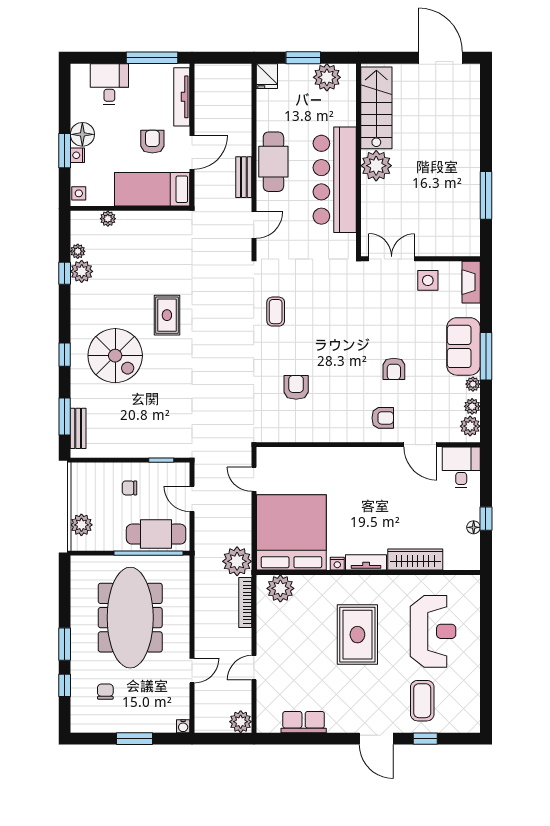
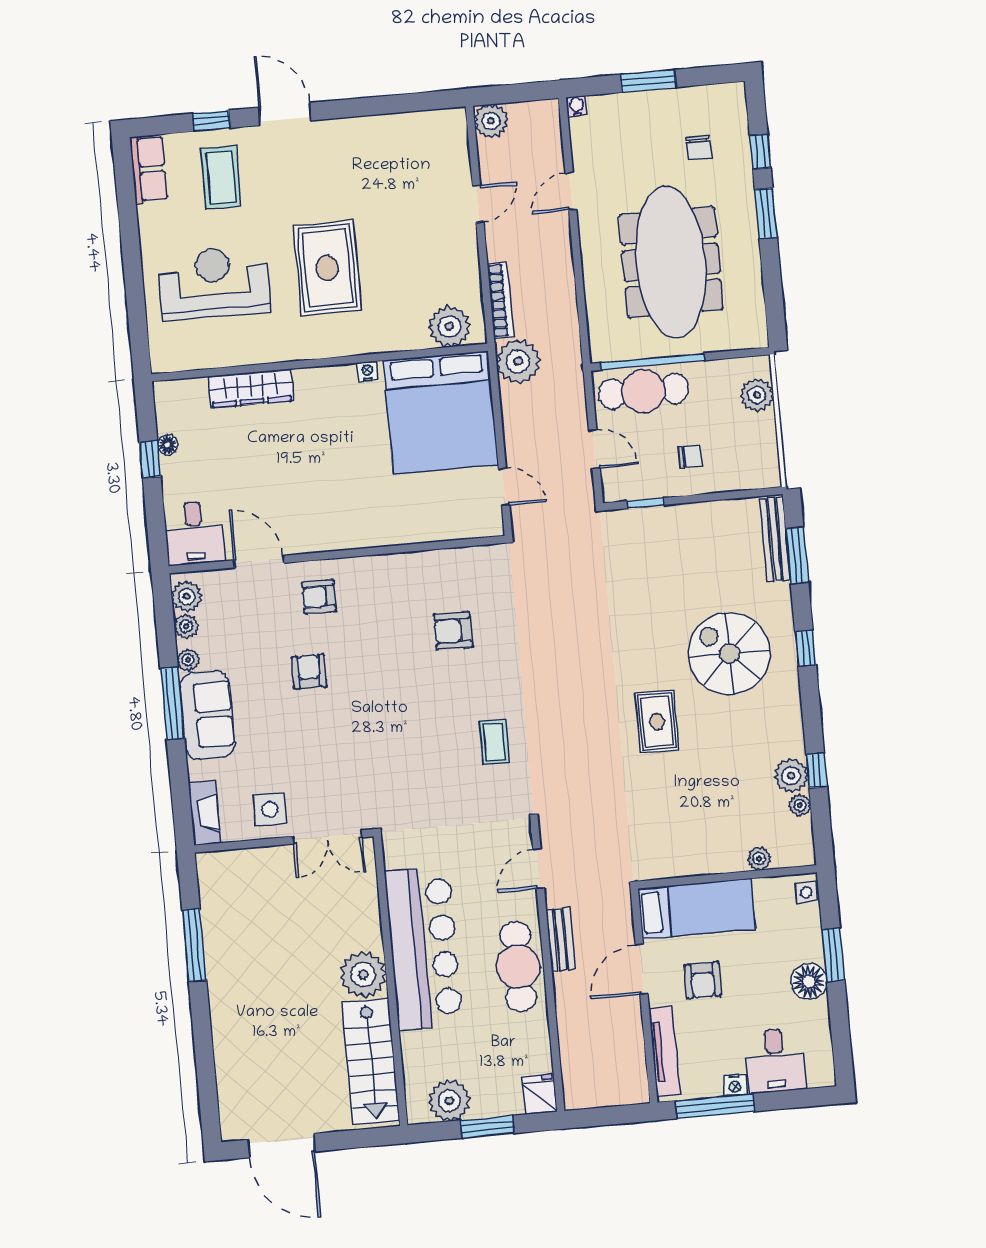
nightstand: (77, 155) -> (735, 1085), moved, turned 90
armchair: (296, 387) -> (453, 631), turned 90
bench: (78, 428) -> (775, 539), width x1.36
tv unit: (366, 562) -> (324, 377), removed
reception desk: (433, 631) -> (214, 283), turned 90
row of seats: (304, 722) -> (149, 169), moved, turned -90

